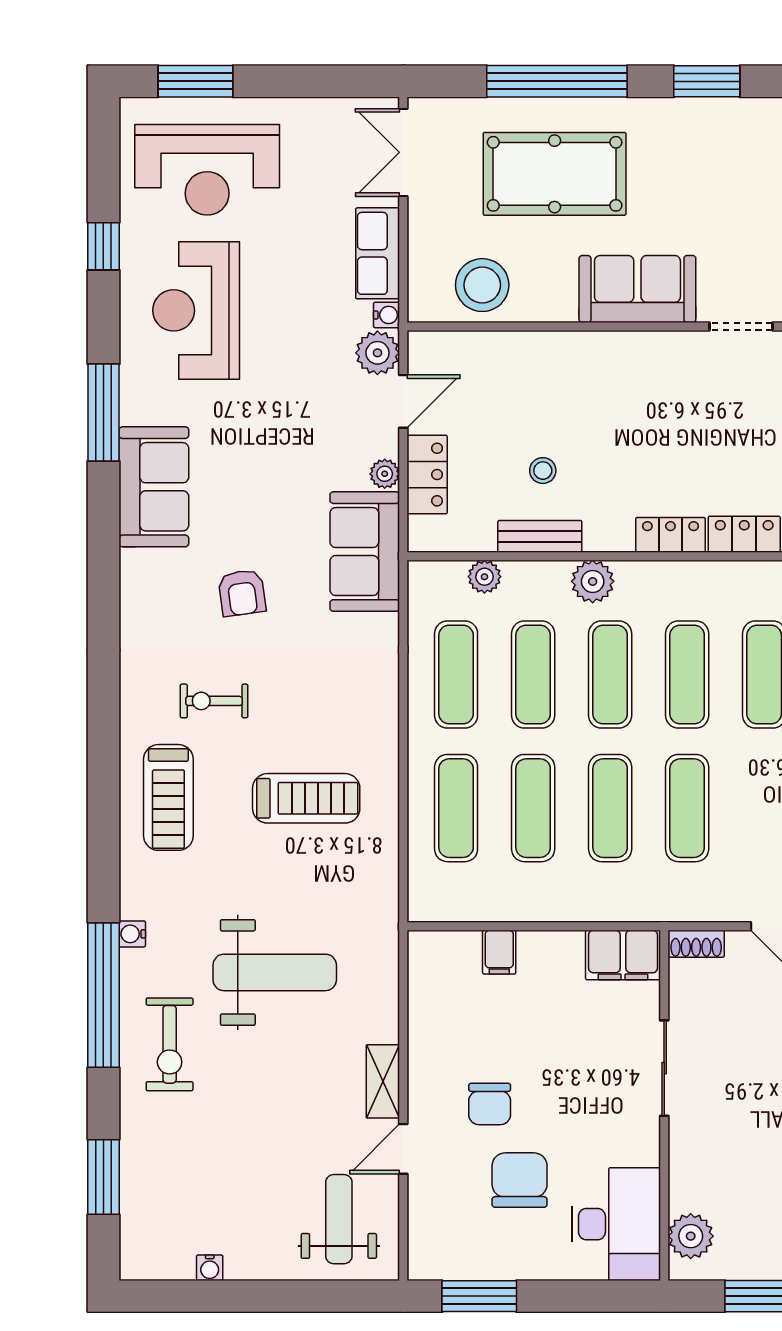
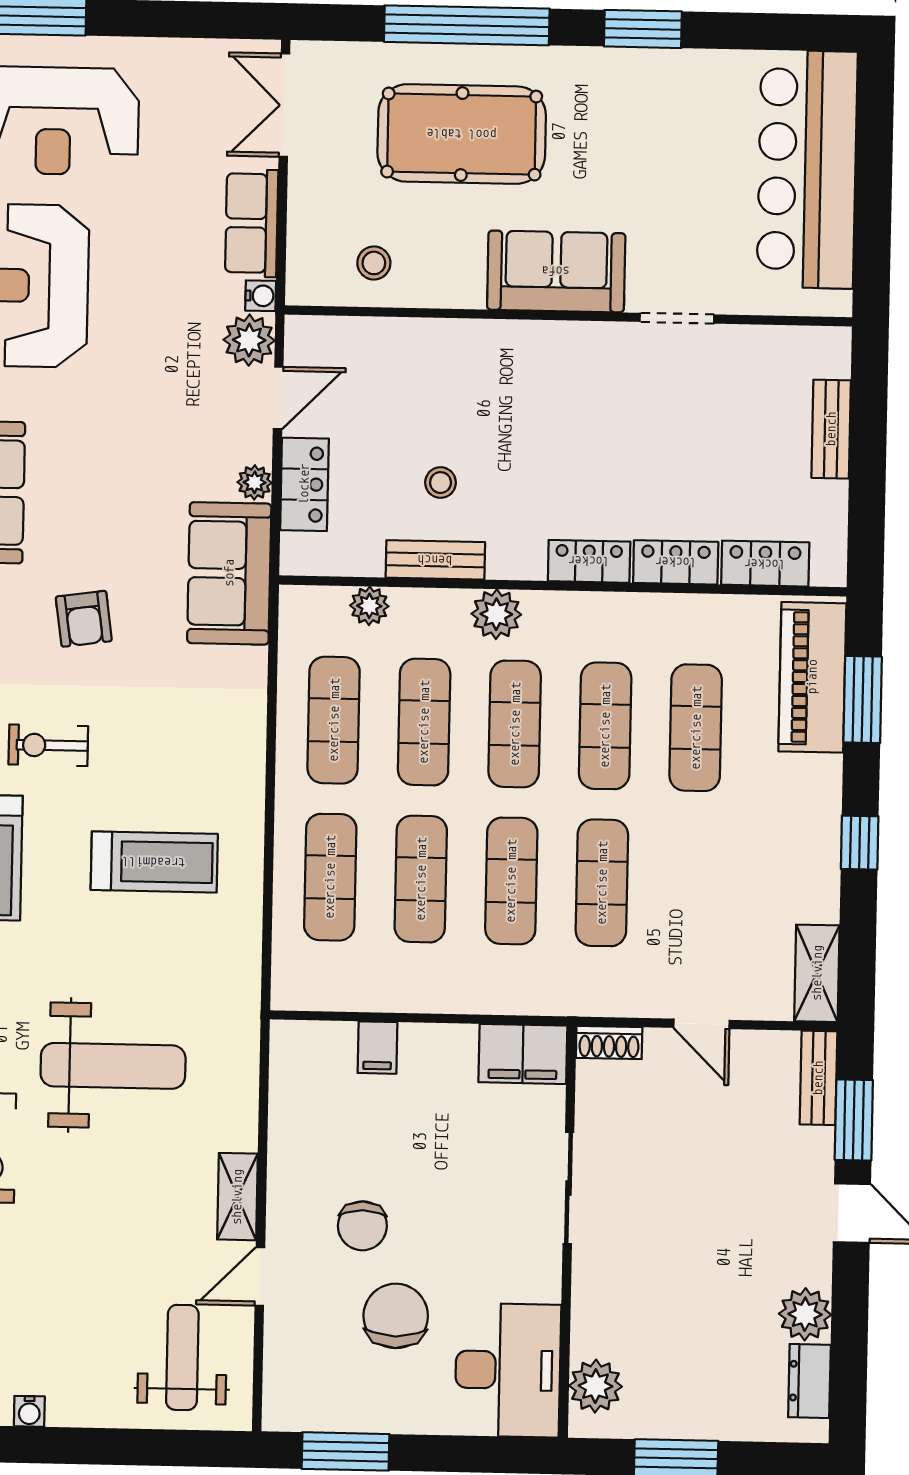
stool: (482, 285) -> (374, 263), width x0.53, depth x0.53

